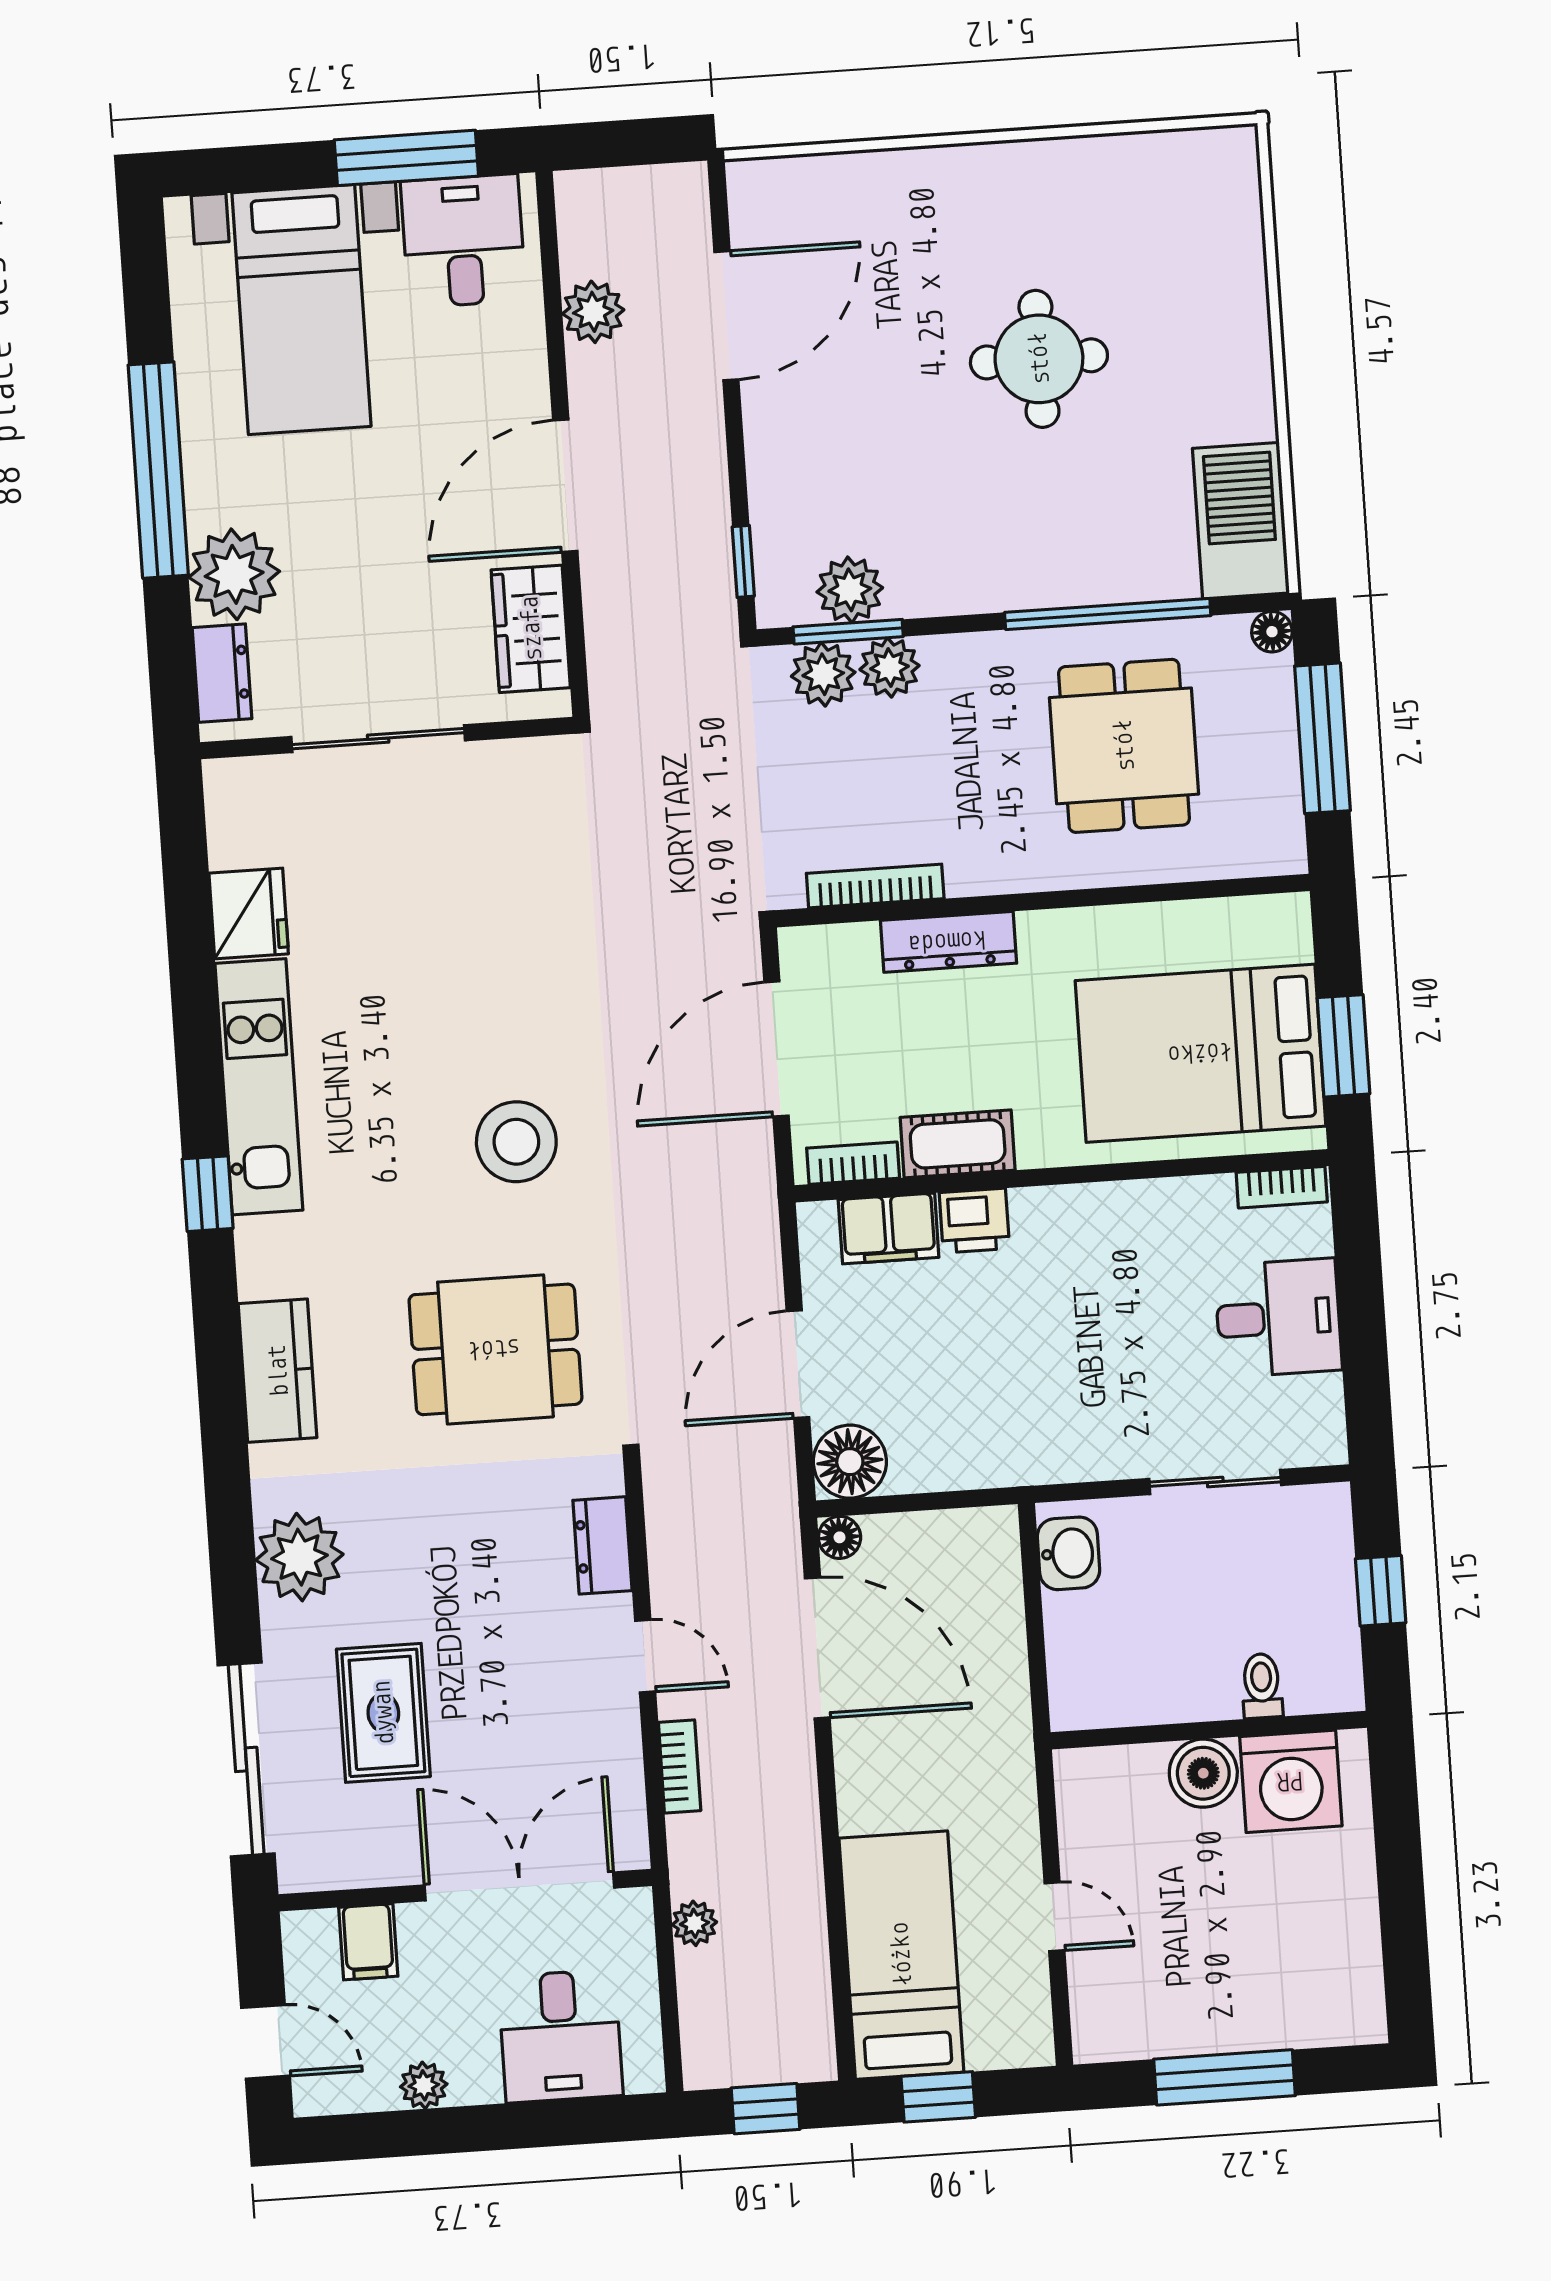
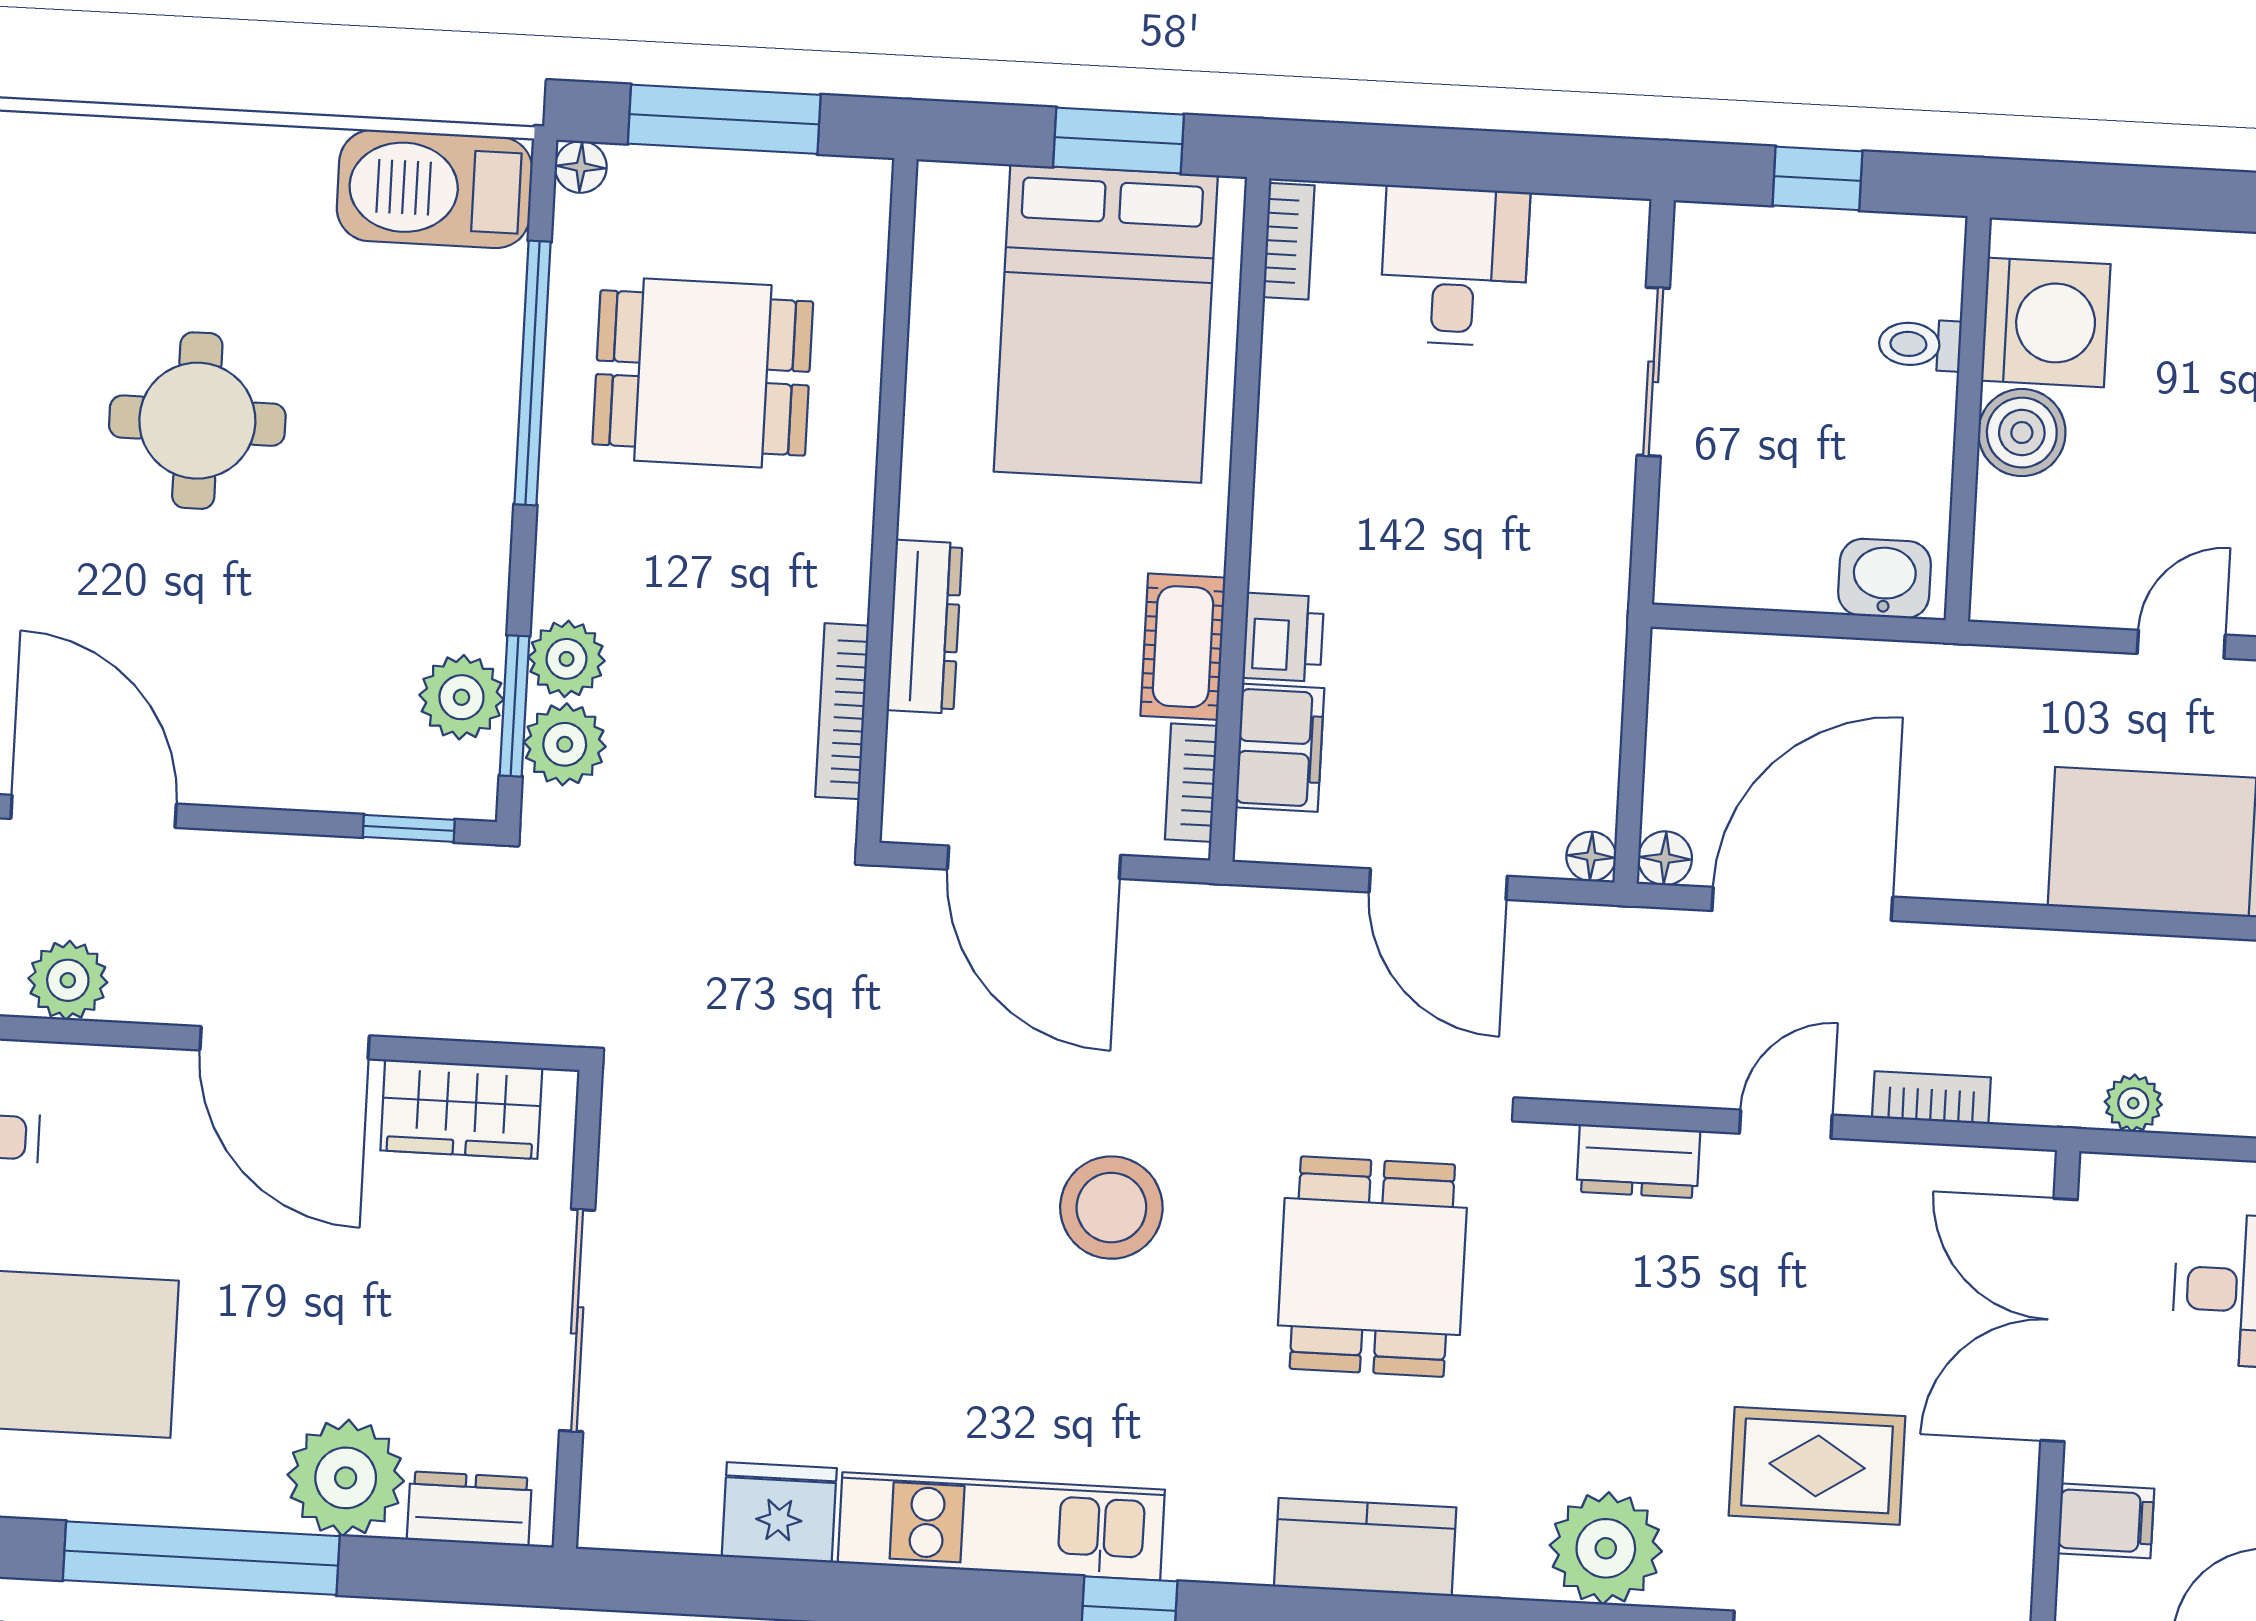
floor lamp: (850, 1462) -> (1591, 856), width x0.53, depth x0.53
washbasin: (1068, 1553) -> (1885, 578), moved

